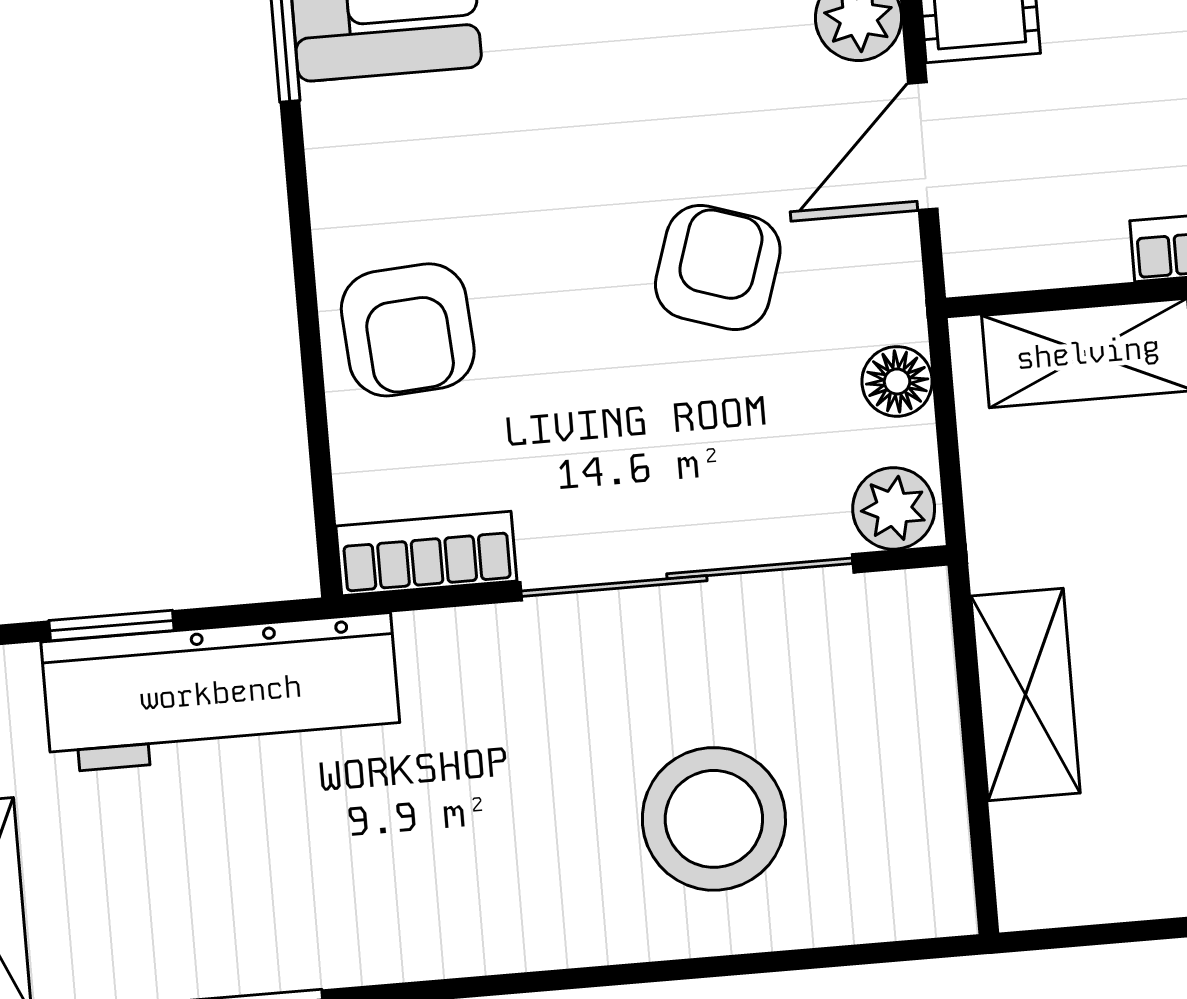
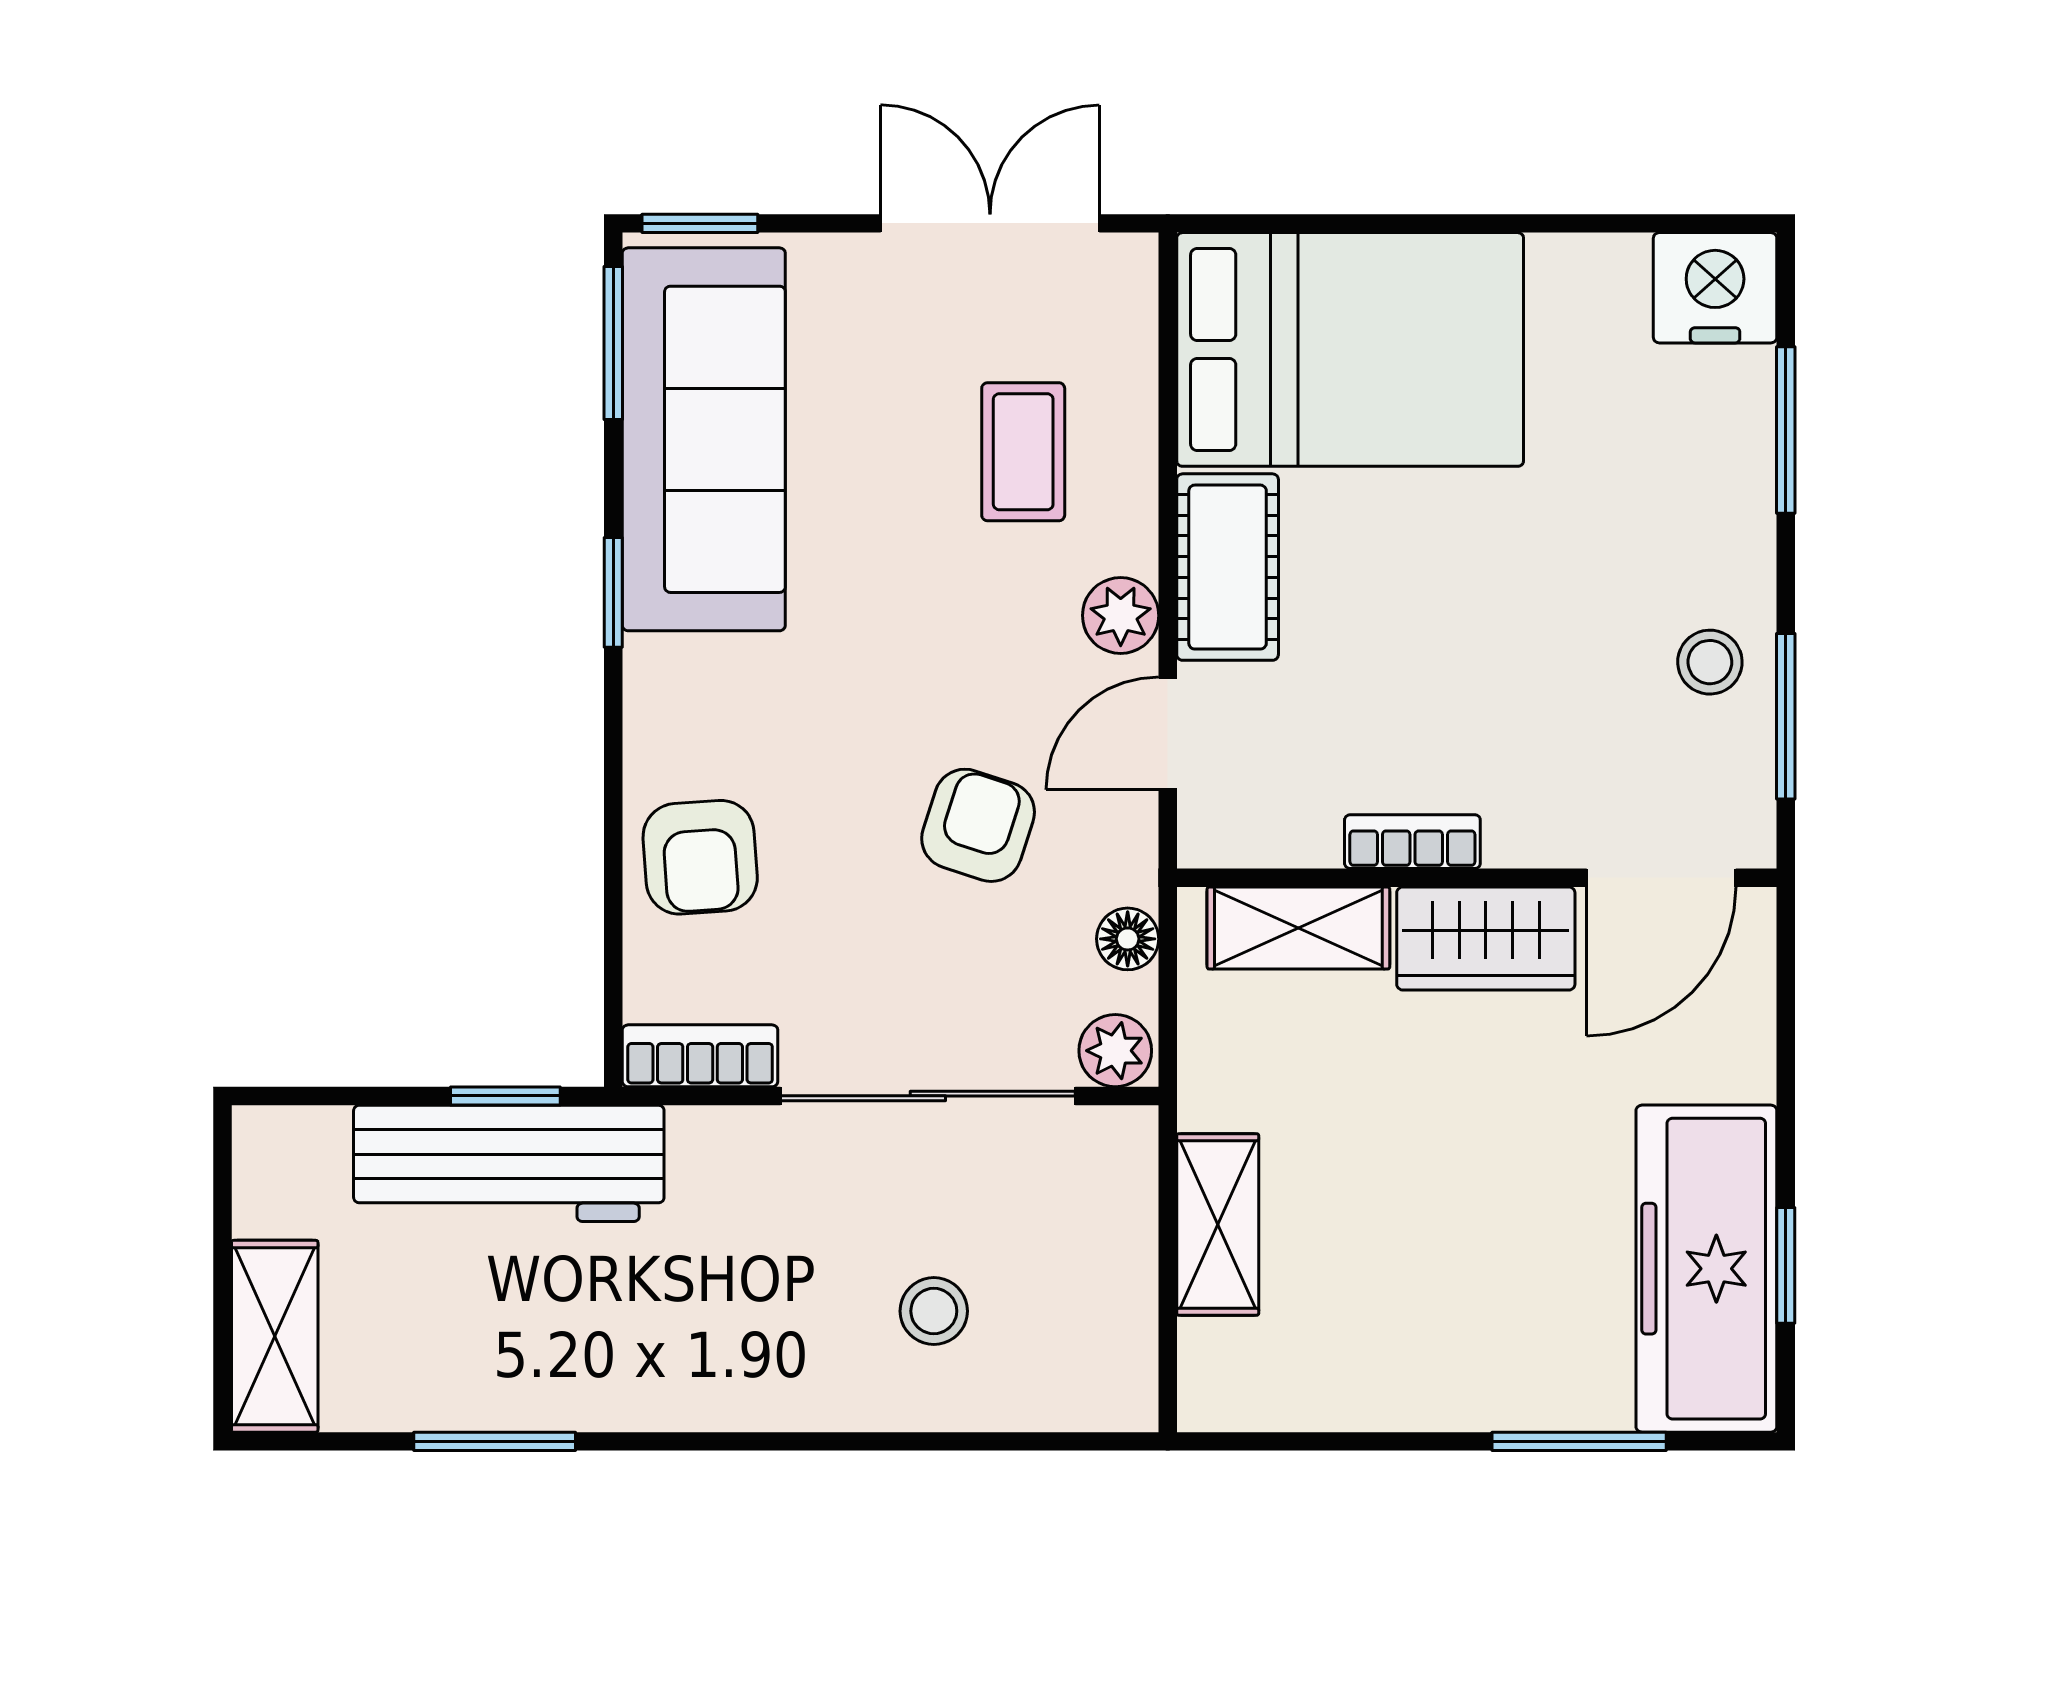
window: (112, 626) -> (505, 1096), moved
stool: (714, 819) -> (934, 1311), width x0.53, depth x0.53

